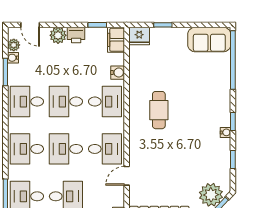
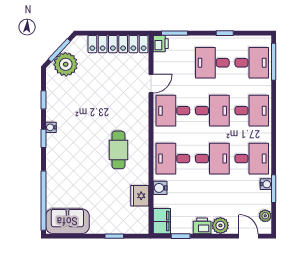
fridge: (139, 36) -> (140, 196), moved, turned -90
water cooler: (13, 58) -> (266, 184), moved

